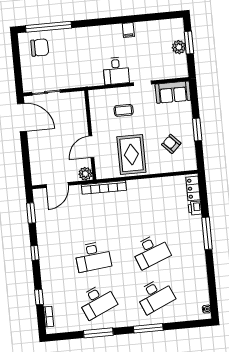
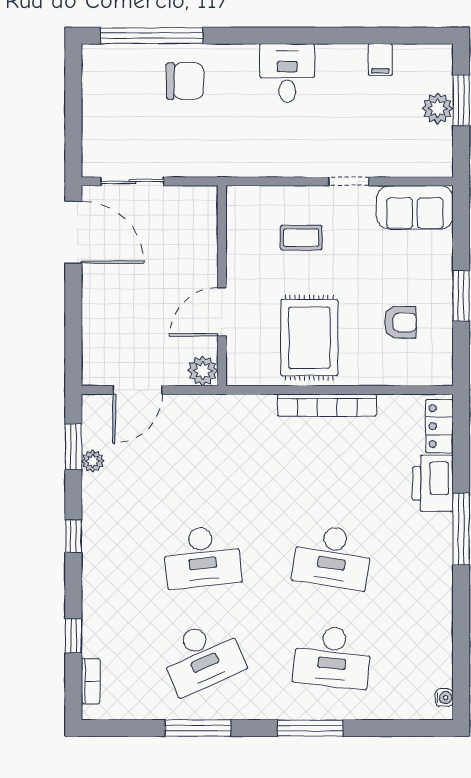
filing cabinet: (128, 30) -> (380, 60), moved
chair: (40, 48) -> (185, 81), moved
desk: (116, 71) -> (287, 73), moved, turned 180
armchair: (171, 144) -> (400, 322), turned 134
bookcase: (104, 187) -> (327, 405), moved
printer: (195, 208) -> (433, 483), width x1.87, depth x1.48
plant: (40, 219) -> (93, 461), added
desk: (151, 251) -> (332, 557), turned 30
desk: (155, 296) -> (332, 657), turned 30

